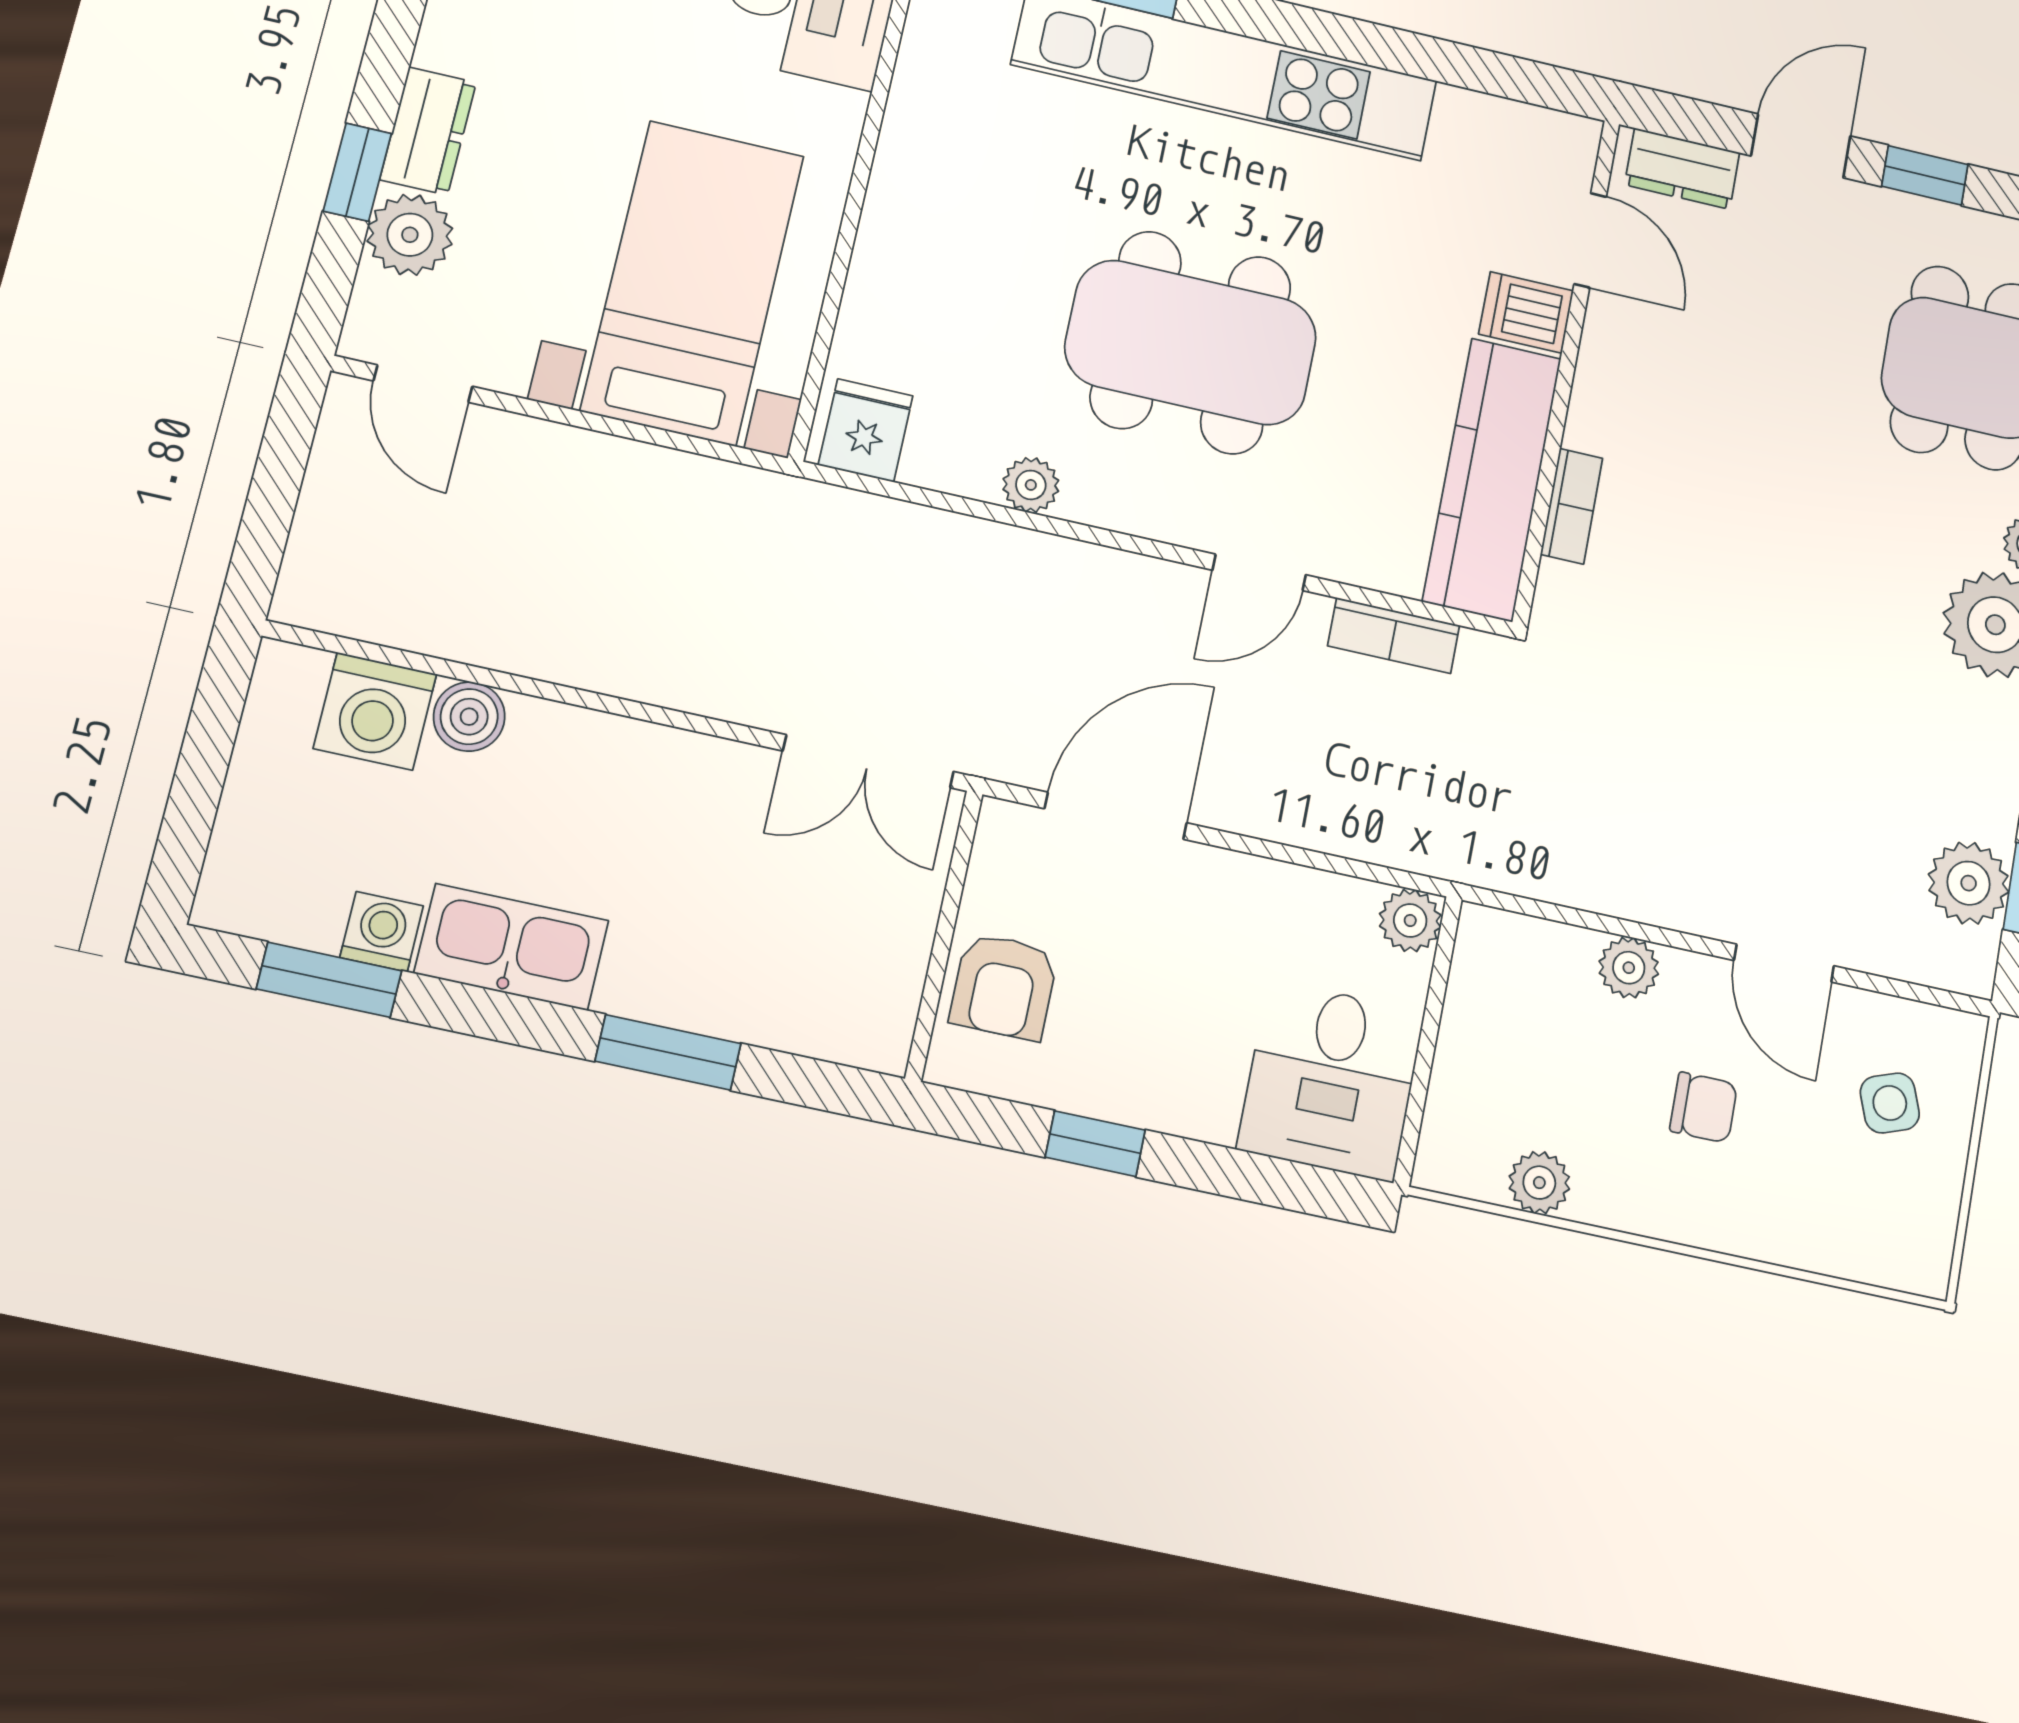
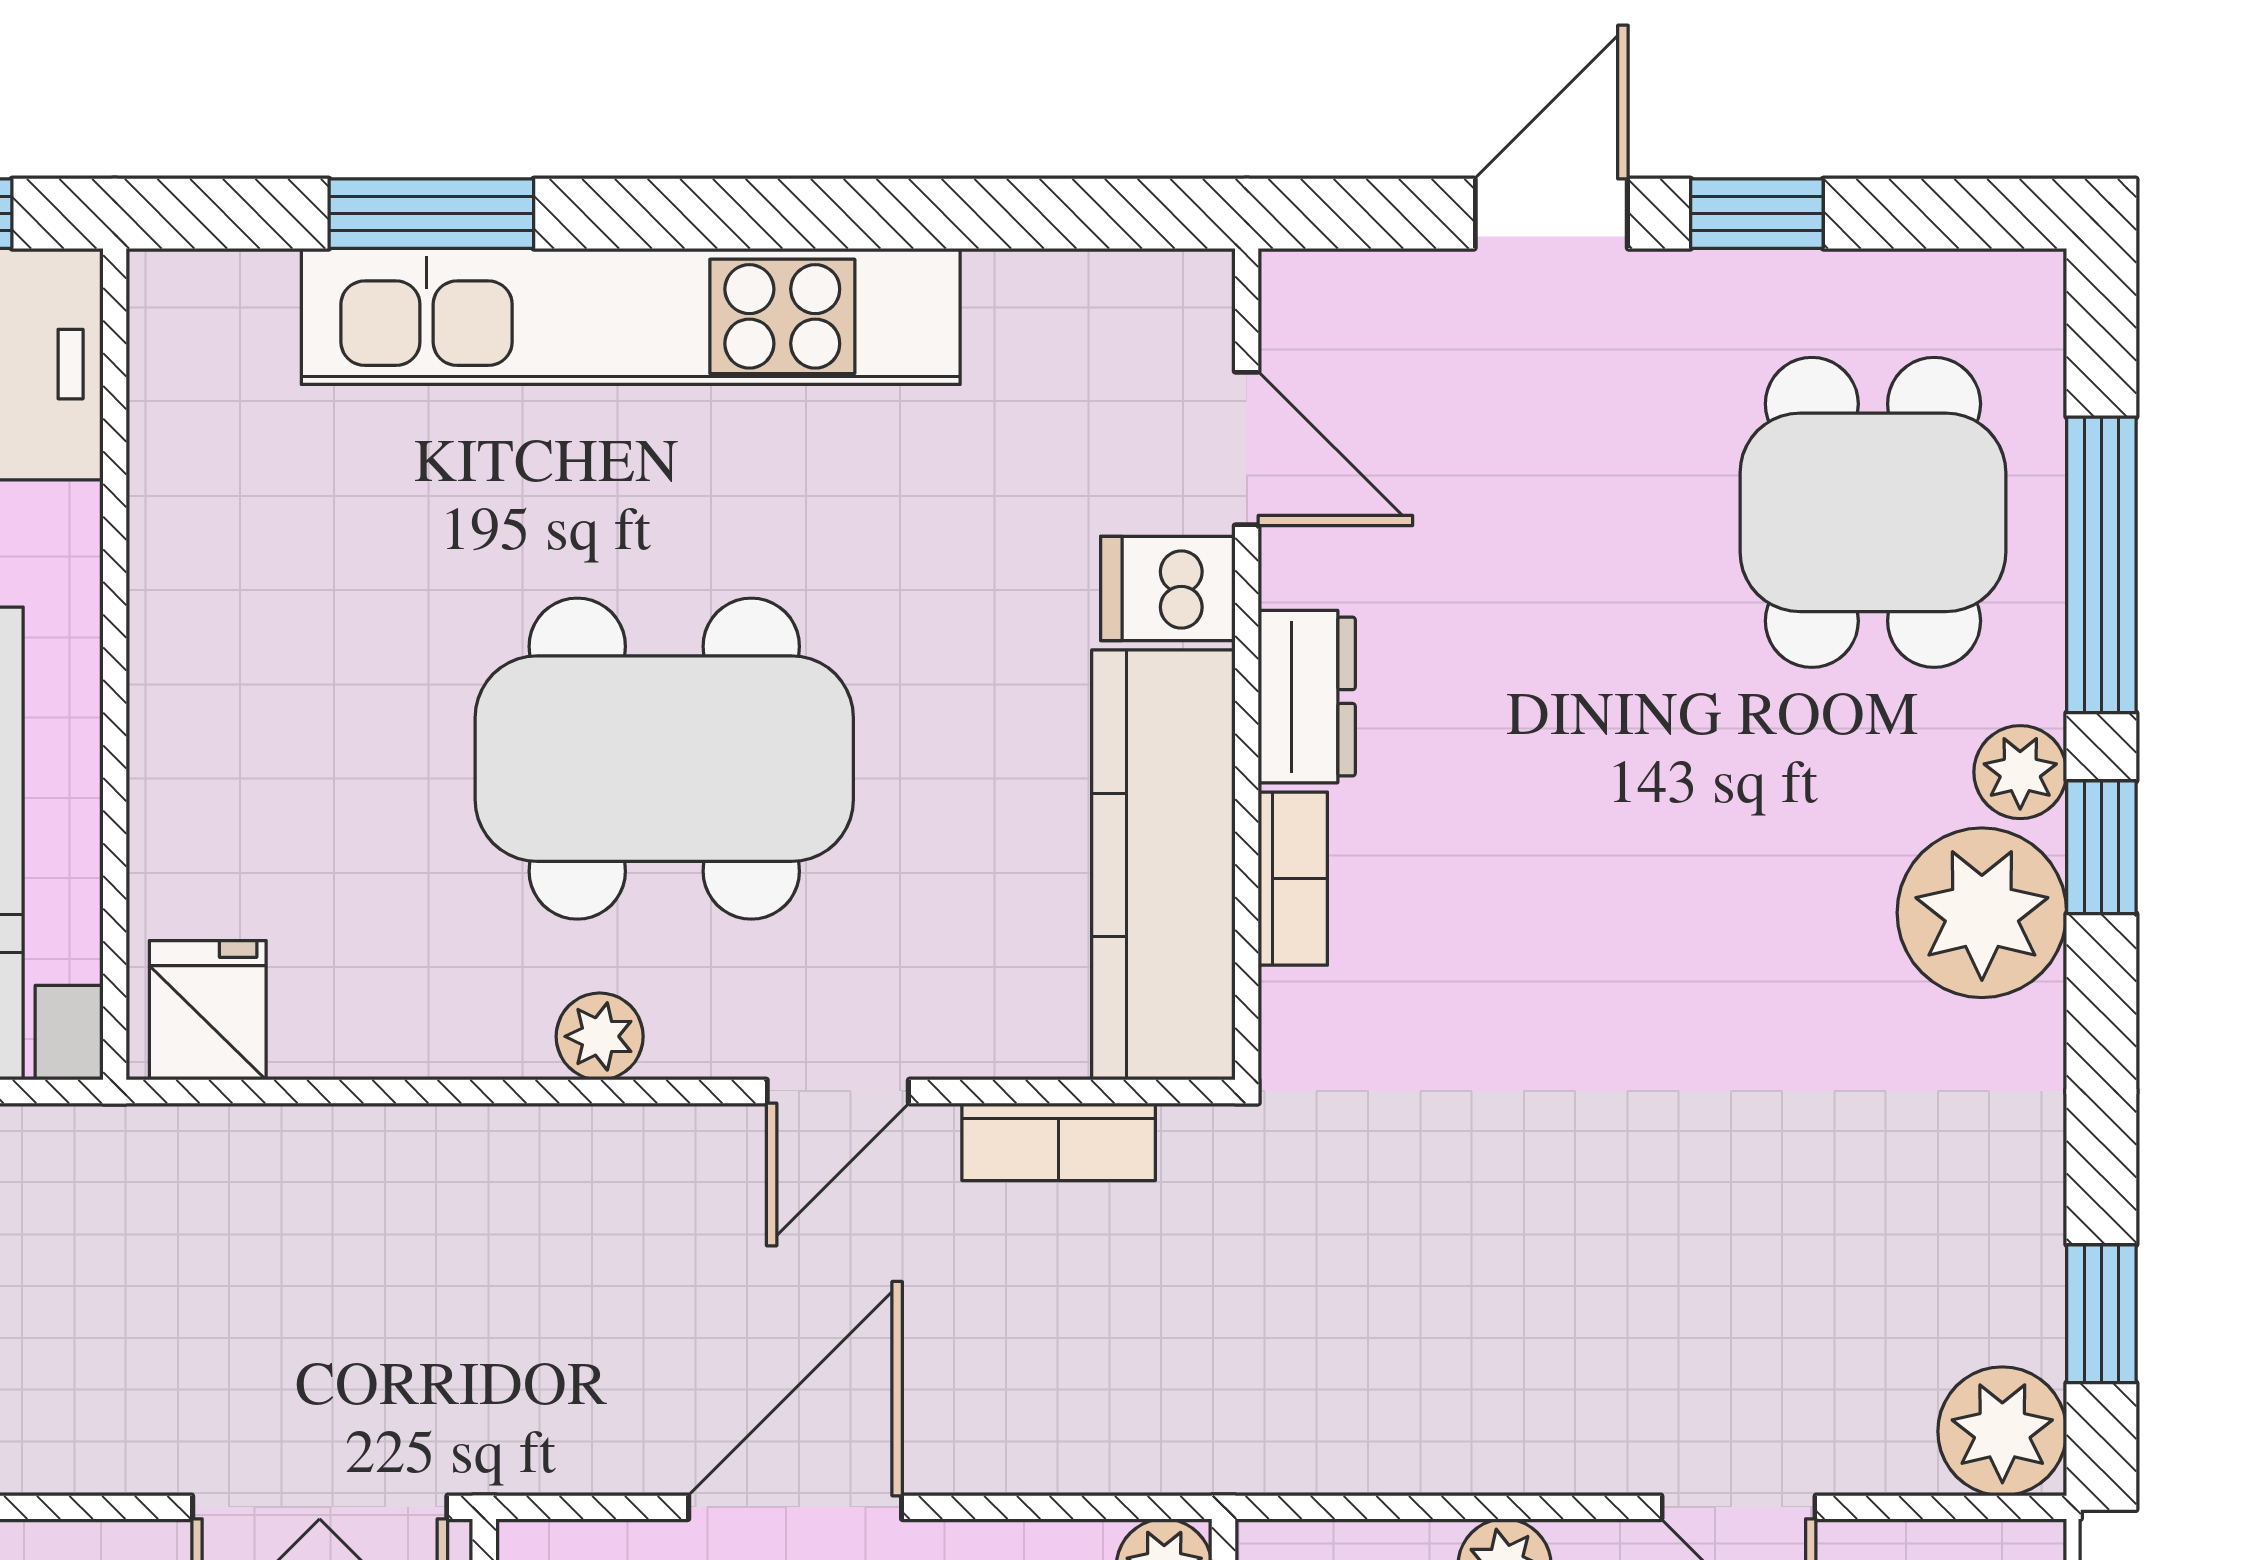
dresser: (1682, 169) -> (1307, 697), moved, turned -90
plant: (1031, 485) -> (600, 1036), moved
door: (1116, 816) -> (795, 1507), moved
plant: (1969, 883) -> (2002, 1431), moved

